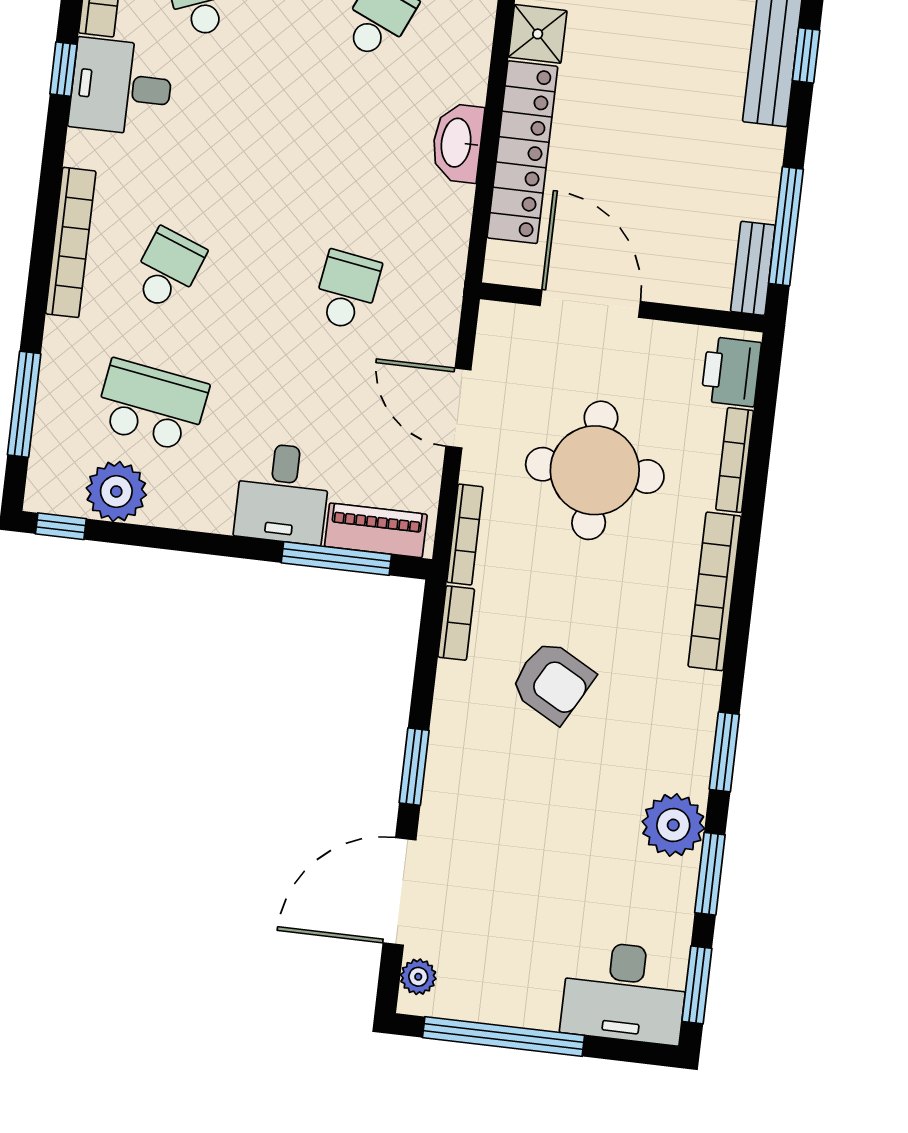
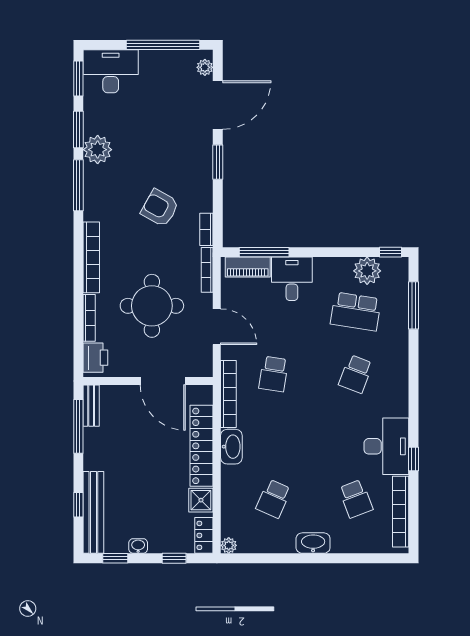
desk: (121, 87) -> (386, 446), width x1.37
bookcase: (71, 242) -> (228, 394), moved, turned 180
window: (724, 752) -> (78, 185), width x1.44

